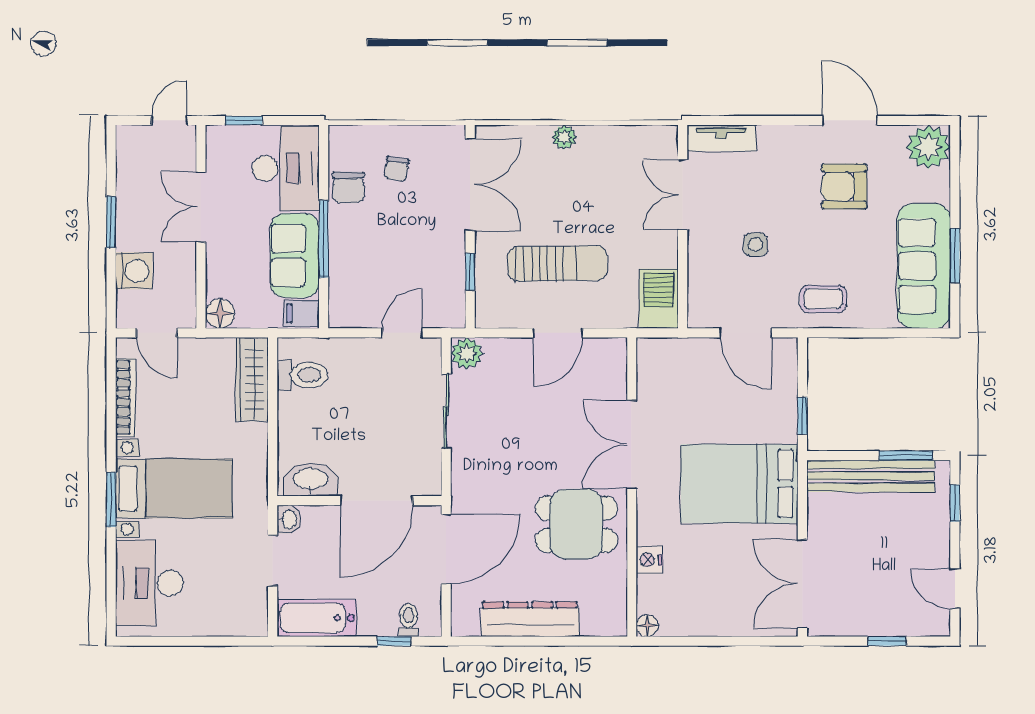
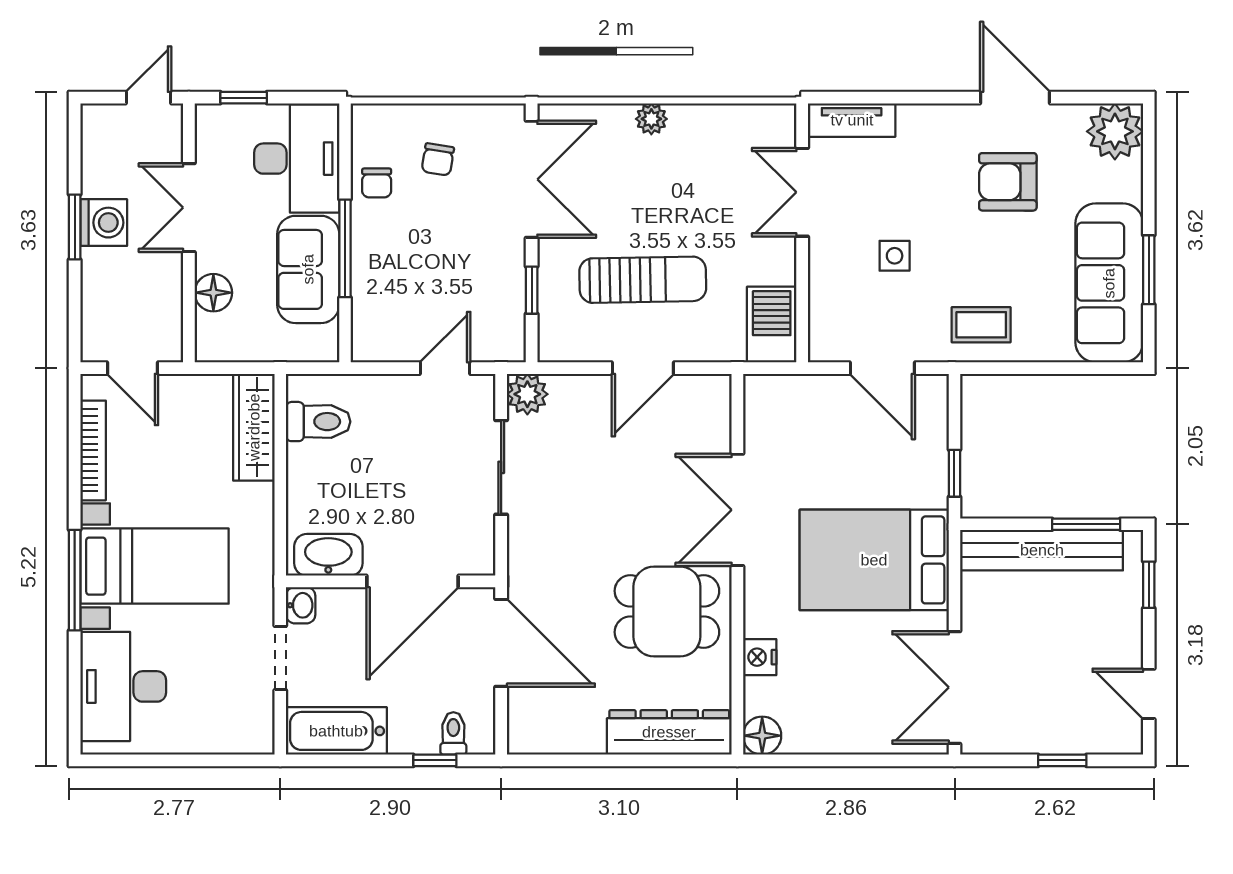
chair: (348, 188) -> (377, 183), width x0.73, depth x0.73
washing machine: (134, 271) -> (104, 223), moved
filing cabinet: (302, 313) -> (317, 343), removed
floor lamp: (220, 314) -> (213, 293), moved
window: (111, 500) -> (75, 580), width x1.44
door: (446, 549) -> (501, 643), hinge flipped
dresser: (530, 619) -> (669, 732), moved
floor lamp: (647, 626) -> (762, 736), width x1.37, depth x1.37

